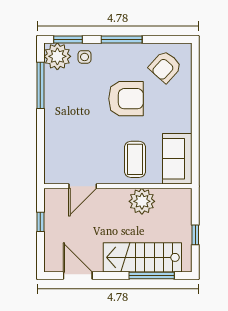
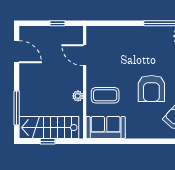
plant: (142, 201) -> (78, 96), width x0.53, depth x0.53
stairs: (142, 257) -> (49, 128), moved, turned -90
door: (78, 275) -> (17, 52), hinge flipped

